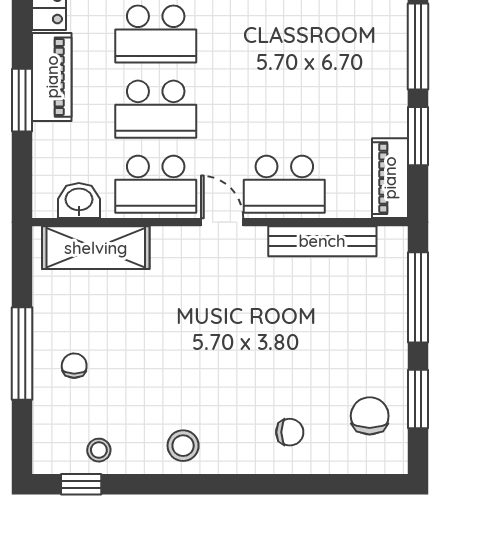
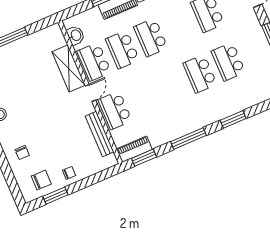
window: (418, 136) -> (144, 158), moved
shelving: (96, 248) -> (69, 68), moved
window: (418, 297) -> (94, 179), removed
chair: (74, 366) -> (69, 173), moved

